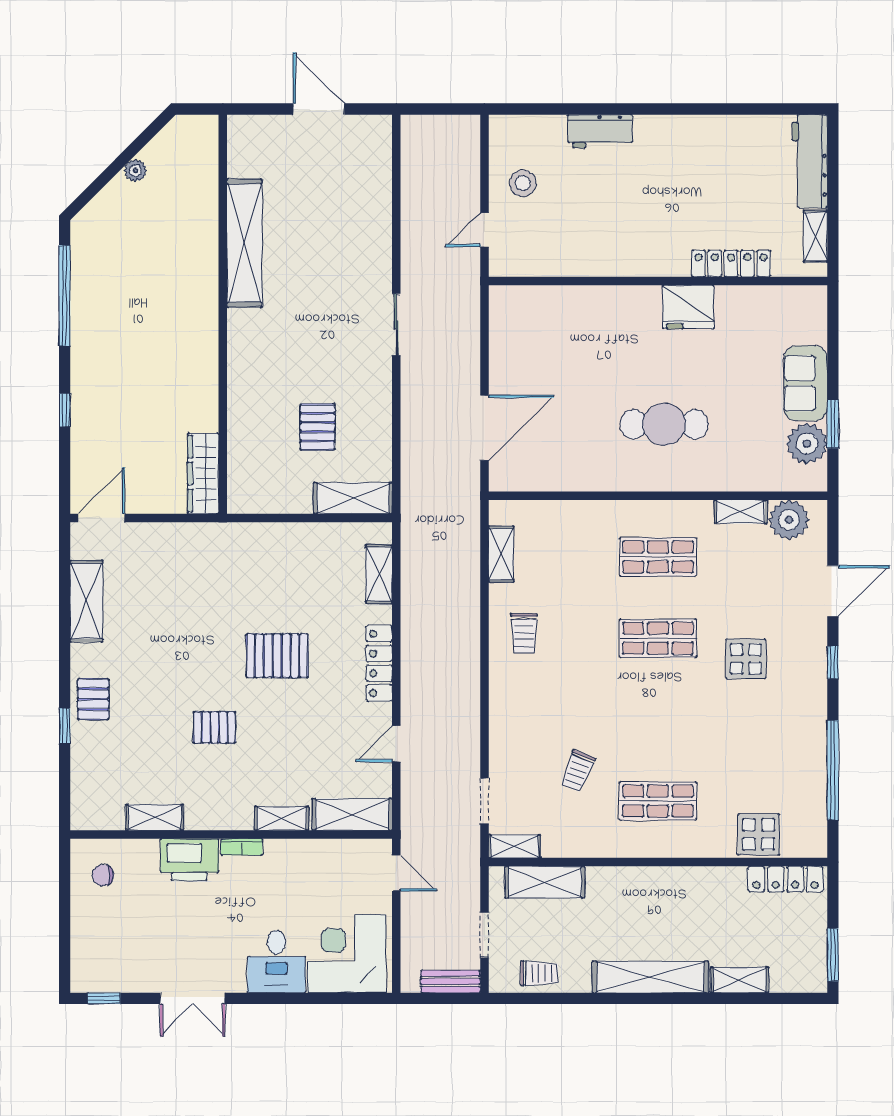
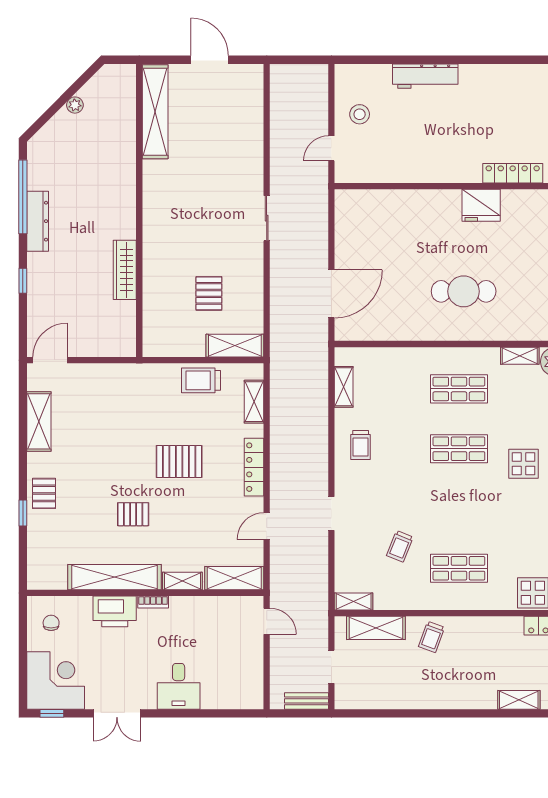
workbench: (600, 131) -> (425, 76), width x1.38
shelving: (244, 243) -> (155, 112), moved
dresser: (85, 329) -> (38, 221), added
wardrobe: (203, 473) -> (125, 270), moved
trolley: (307, 545) -> (201, 380), added
doorway: (484, 801) -> (331, 513), moved
shelving: (155, 817) -> (114, 577), width x2.20, depth x1.33
chair: (103, 875) -> (51, 623), turned 90
corner desk: (347, 954) -> (56, 680), moved, turned 90
trolley: (539, 973) -> (432, 637), moved, turned 110
shelving: (650, 977) -> (453, 698), removed

